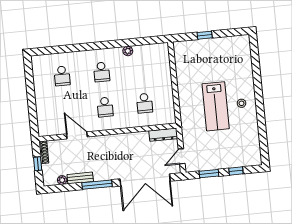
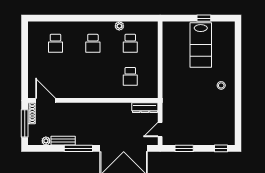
window: (205, 35) -> (204, 18), moved
lab bench: (216, 106) -> (201, 45), moved
school desk: (105, 107) -> (130, 43), moved
door: (77, 135) -> (46, 100), moved
window: (38, 164) -> (25, 123), width x2.17
window: (236, 171) -> (221, 148), moved

